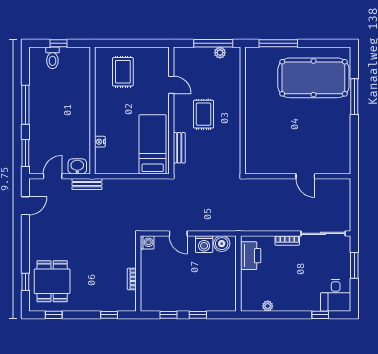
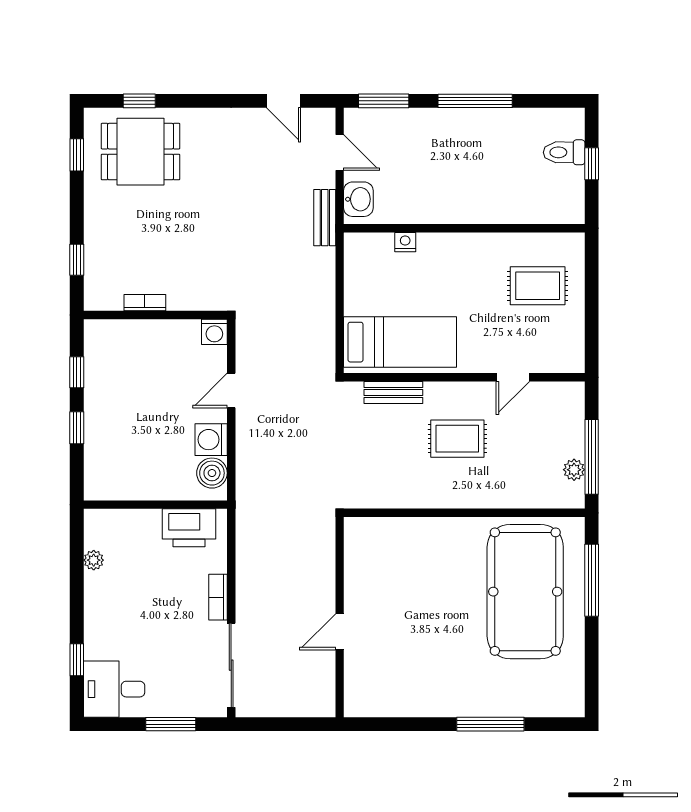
pool table: (313, 78) -> (525, 592), moved

